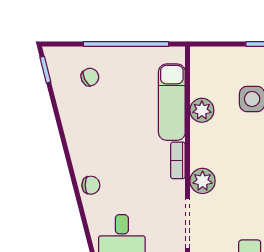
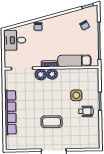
plant: (202, 110) -> (52, 74), moved

